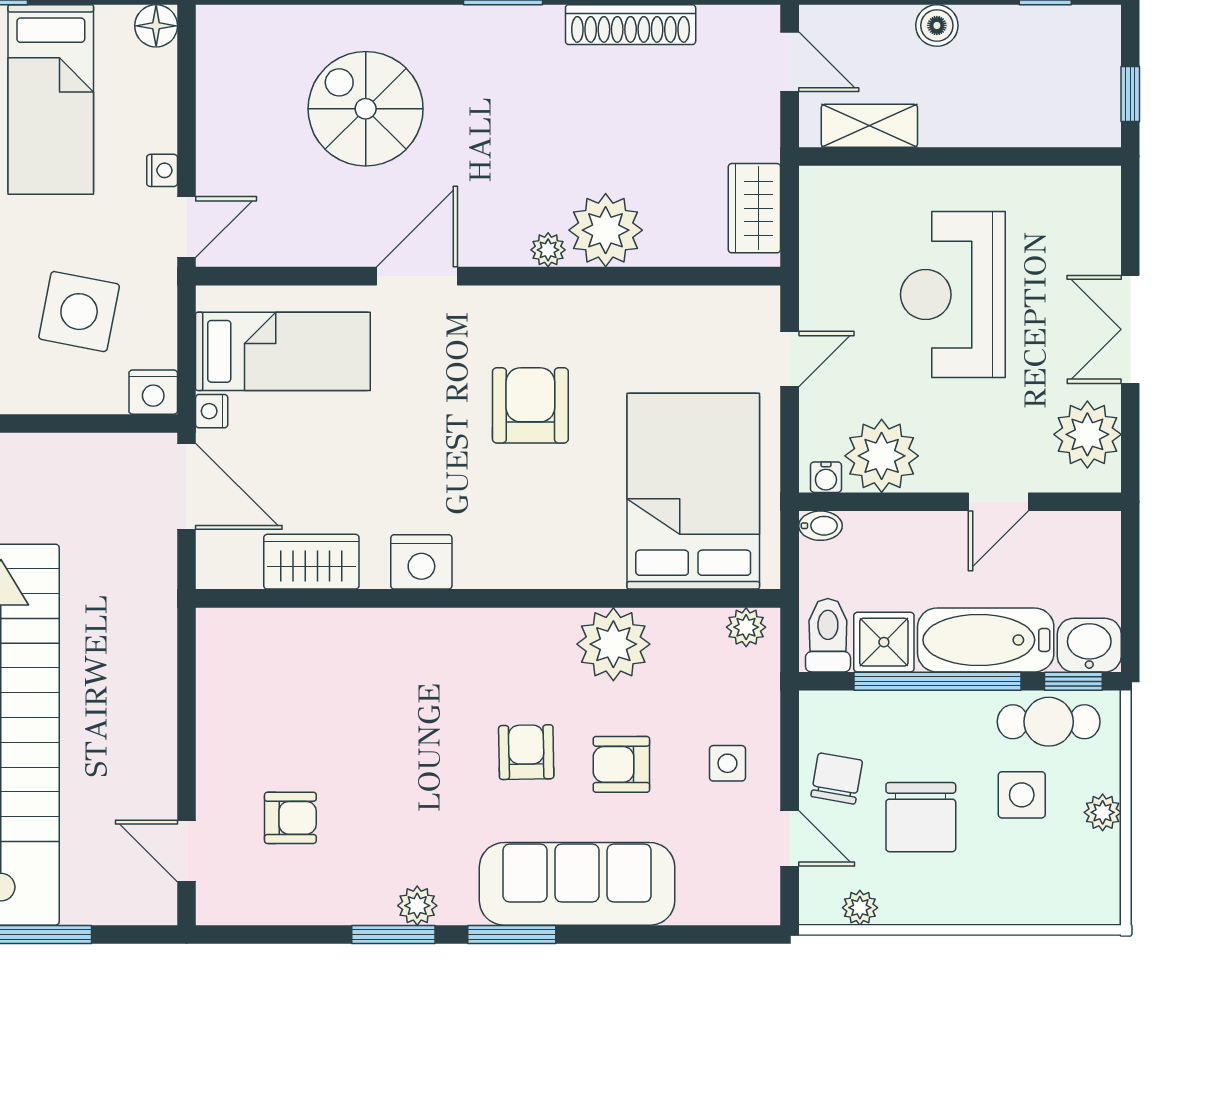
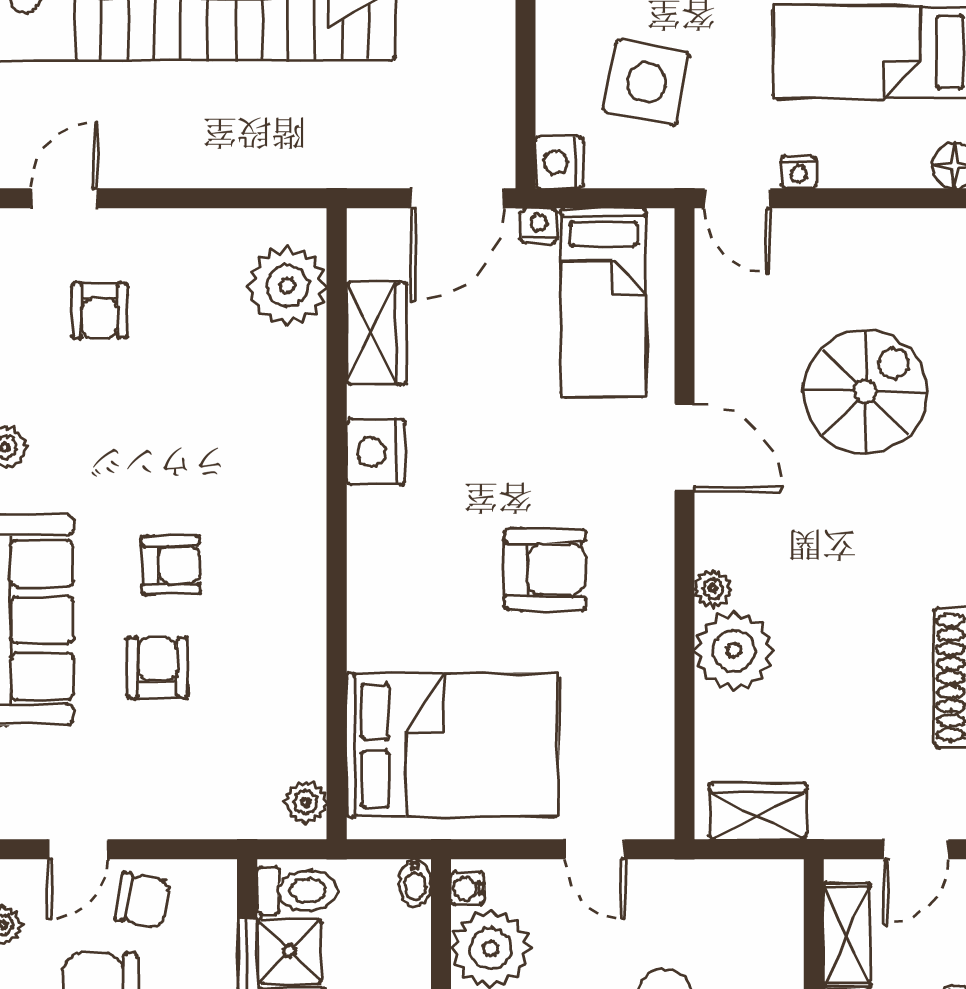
plant: (613, 644) -> (287, 286), moved
side table: (727, 763) -> (159, 782), removed

